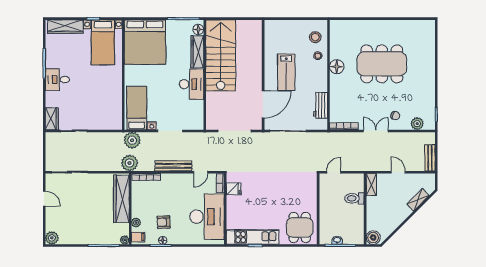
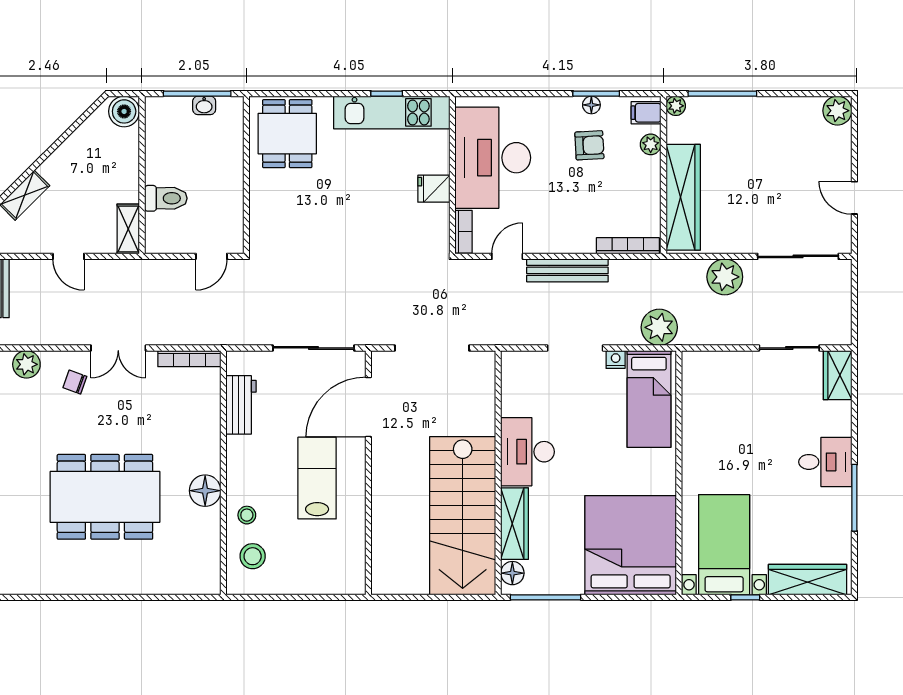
plant: (130, 163) -> (725, 277), moved
fridge: (234, 189) -> (434, 189), moved

